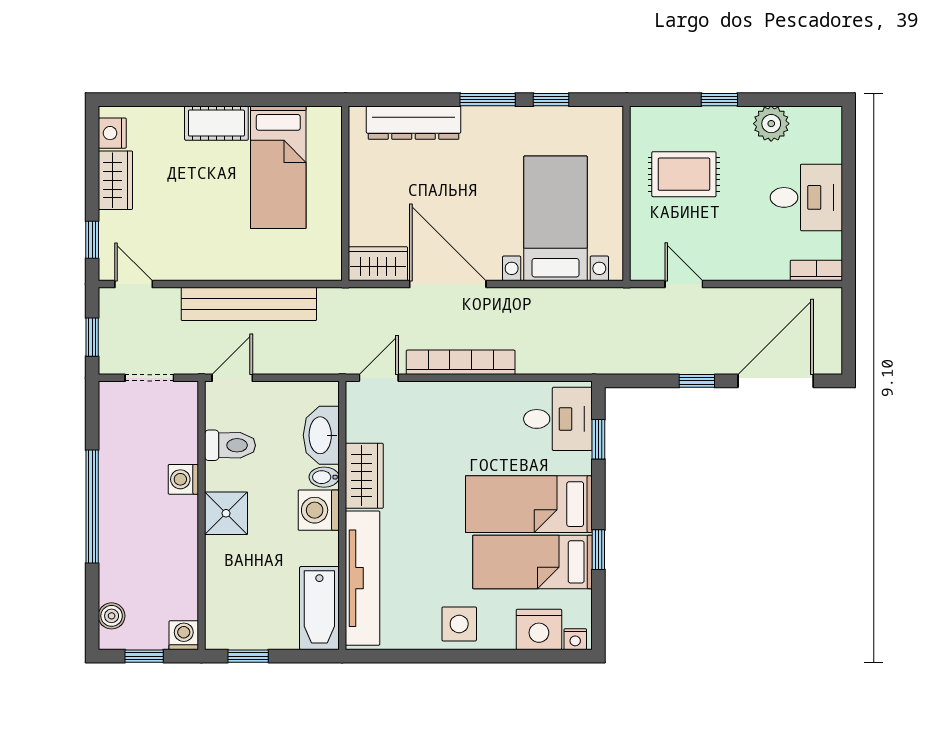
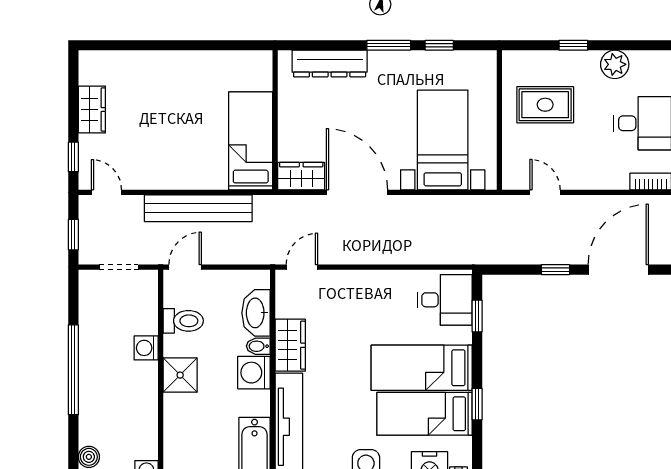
cot: (216, 123) -> (172, 64), removed
nightstand: (112, 133) -> (89, 72), removed
bed: (278, 167) -> (251, 141), moved, turned 180
bookcase: (461, 362) -> (367, 255), removed

